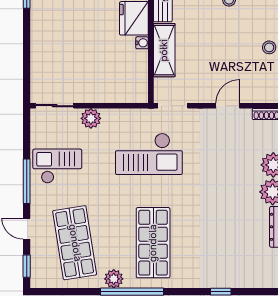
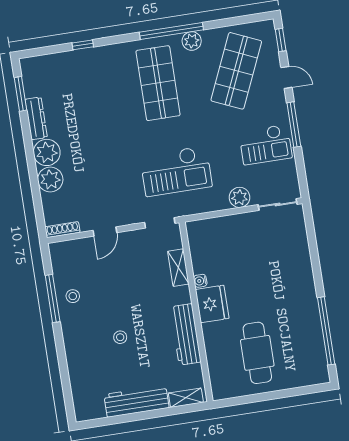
shelving: (164, 50) -> (178, 268), width x0.67, depth x0.75
checkout: (149, 154) -> (176, 171), turned 180
shop shelf: (75, 243) -> (236, 71), turned 33

